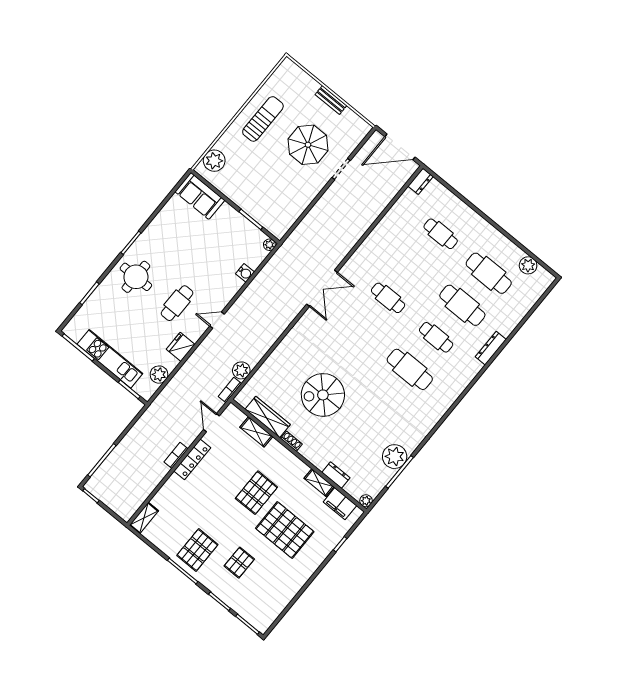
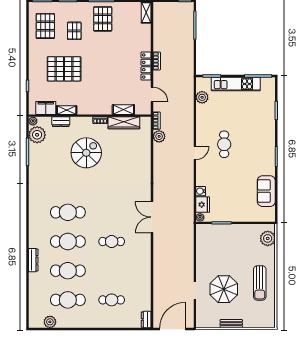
sofa: (200, 196) -> (266, 191), moved, turned -90
round table: (136, 277) -> (258, 140), removed
cafe table: (436, 337) -> (68, 242), width x1.37, depth x1.35
fridge: (181, 347) -> (203, 205), moved
spiral stairs: (323, 395) -> (86, 153), moved
plant: (395, 457) -> (37, 135), moved
pallet: (256, 493) -> (45, 26), moved

